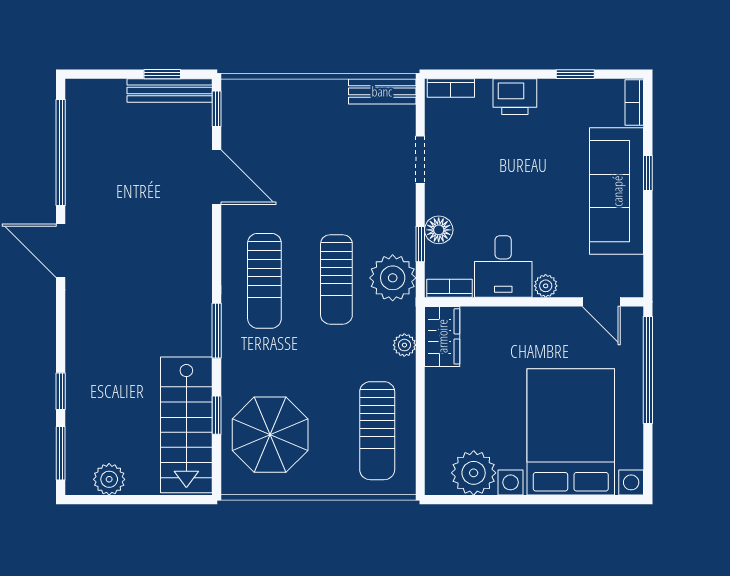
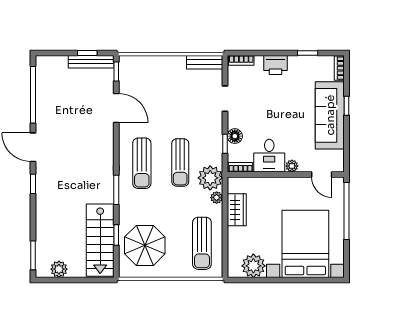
plant: (393, 278) -> (210, 178), moved
wardrobe: (442, 336) -> (237, 210), moved
window: (61, 391) -> (33, 184), moved

